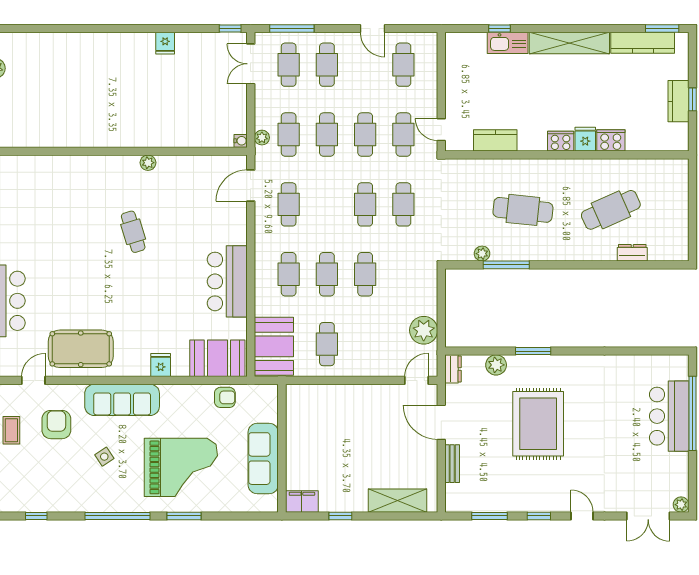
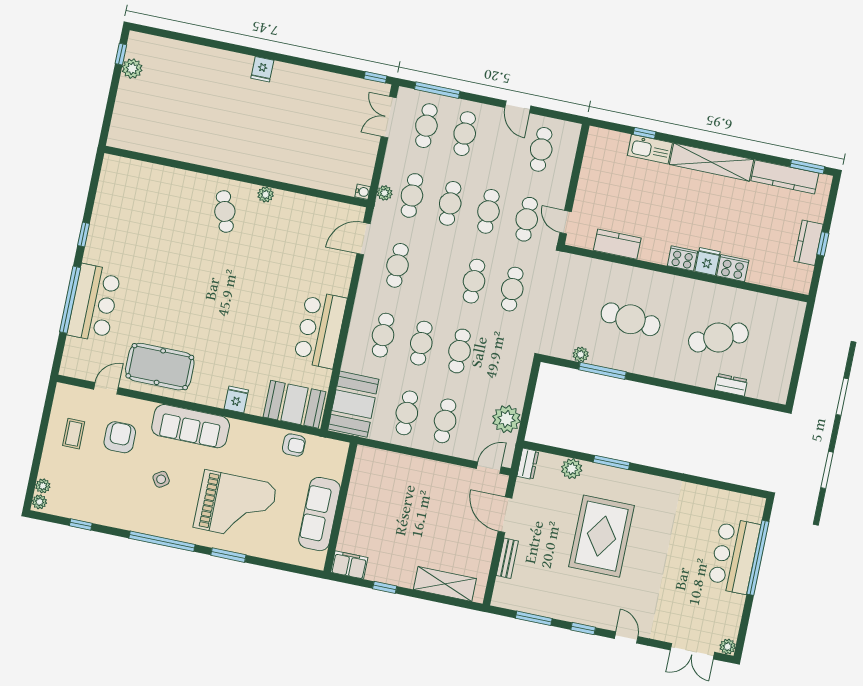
fridge: (165, 43) -> (262, 69), moved
cafe table: (133, 232) -> (225, 211), moved
cafe table: (365, 344) -> (445, 421), added

